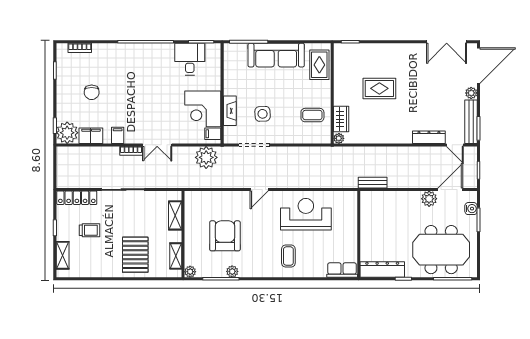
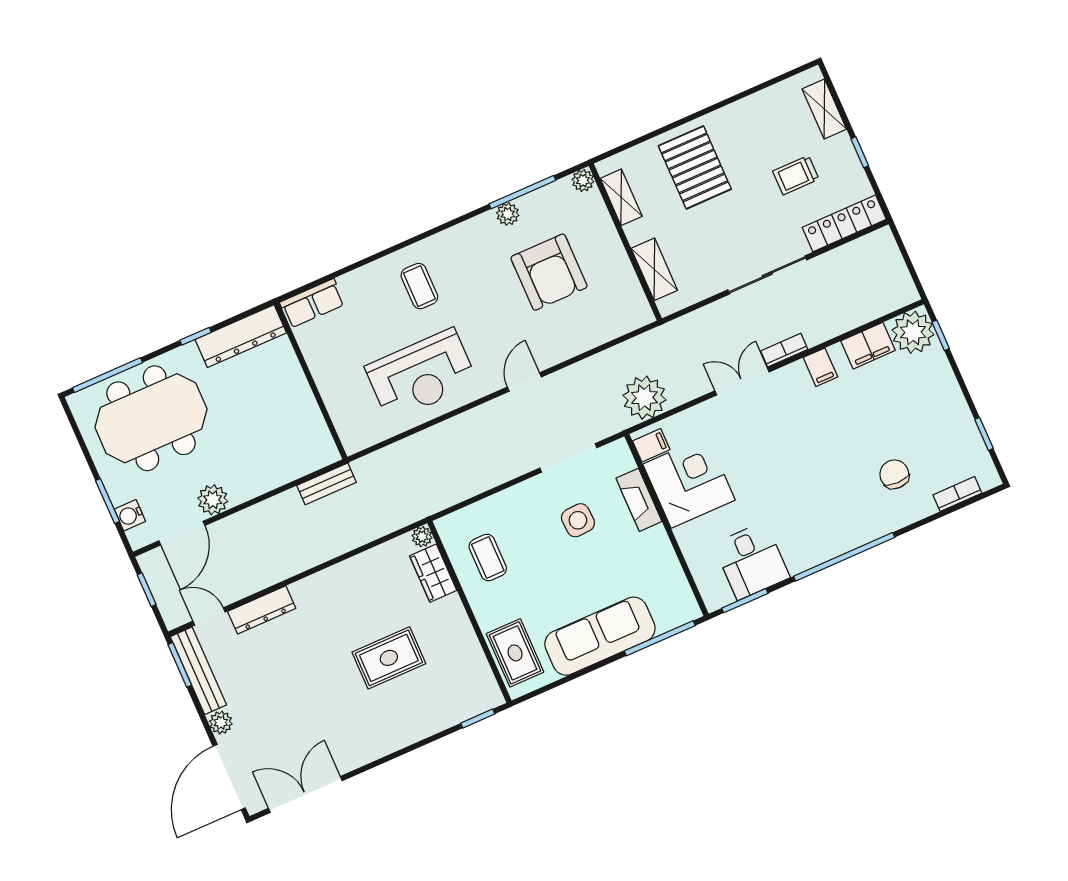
chair: (92, 92) -> (894, 474), moved
coffee table: (312, 115) -> (488, 557), turned 90

